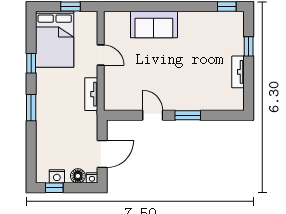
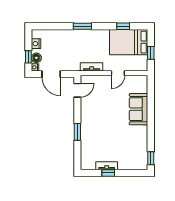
window: (249, 46) -> (108, 173), moved
window: (31, 63) -> (123, 26), moved
door: (153, 115) -> (77, 90), moved
window: (54, 188) -> (28, 57), moved

